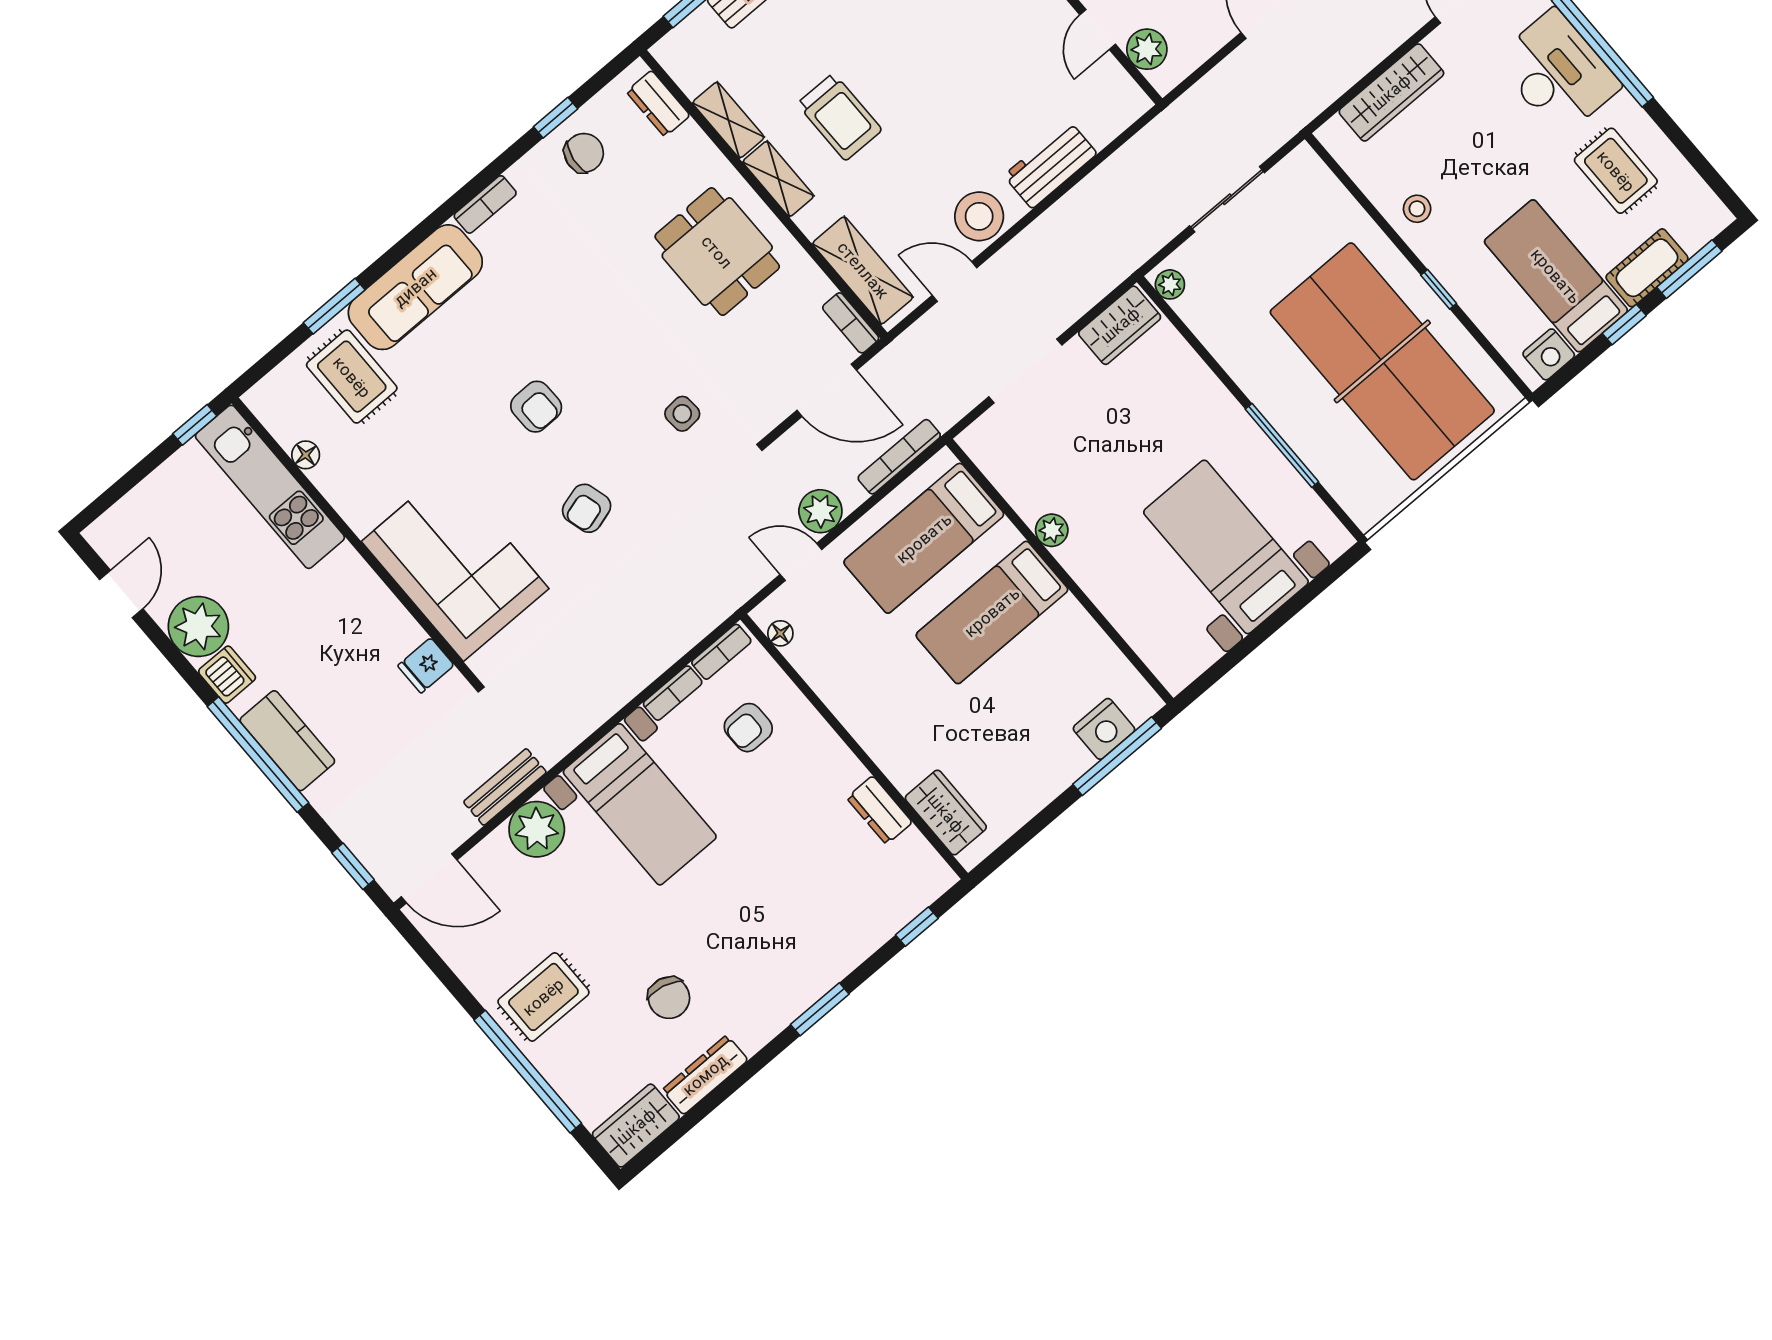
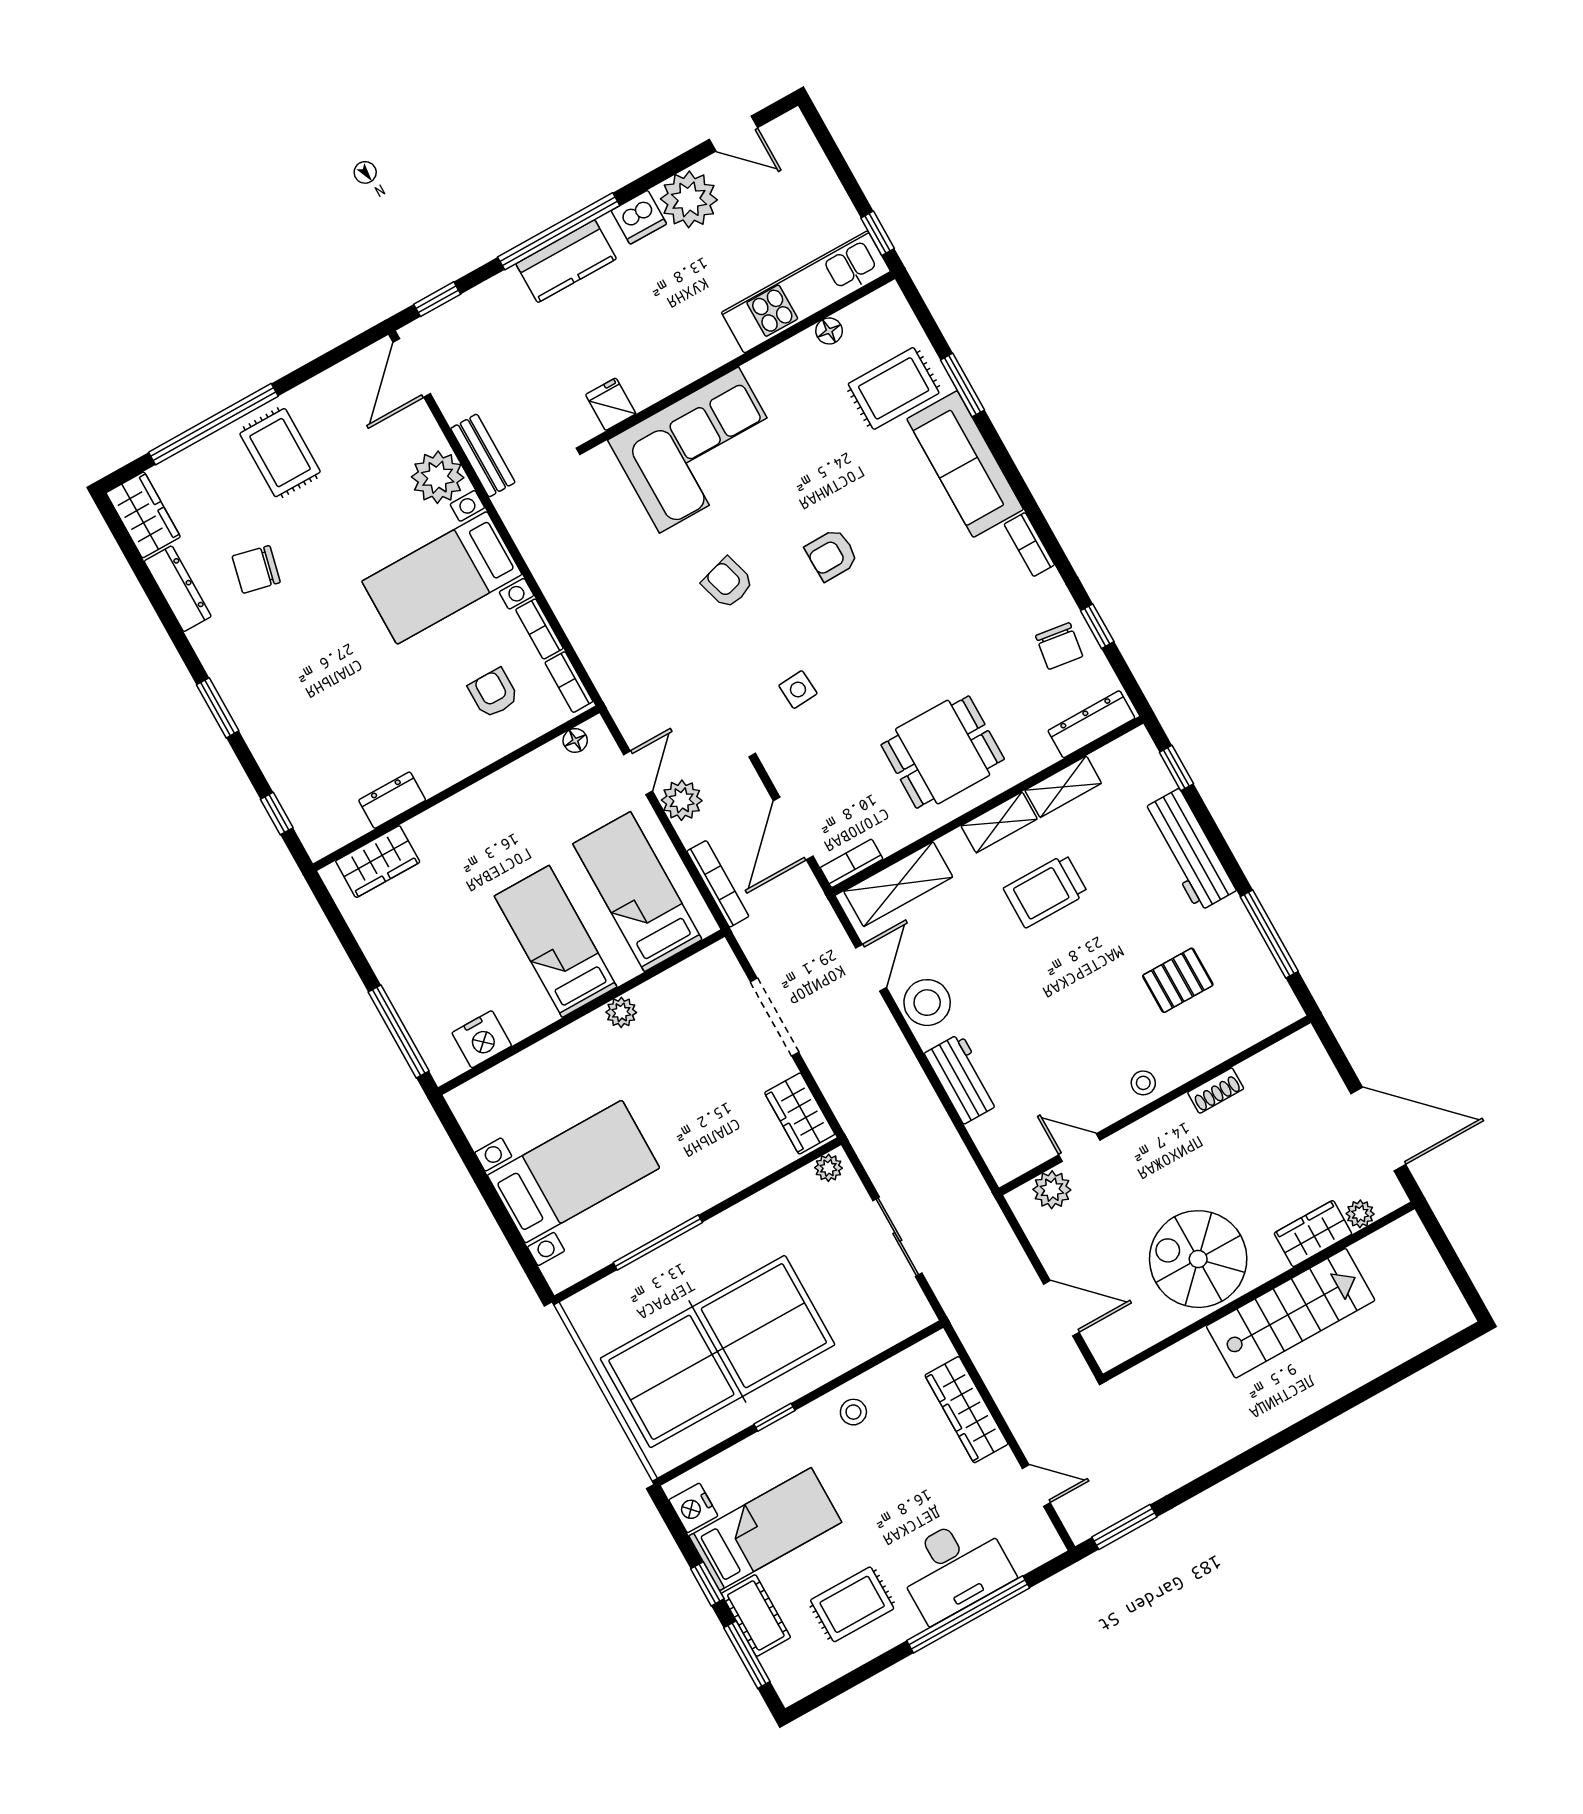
dresser: (658, 104) -> (1091, 724), width x1.44
nightstand: (1104, 729) -> (482, 1039), moved, turned -90

